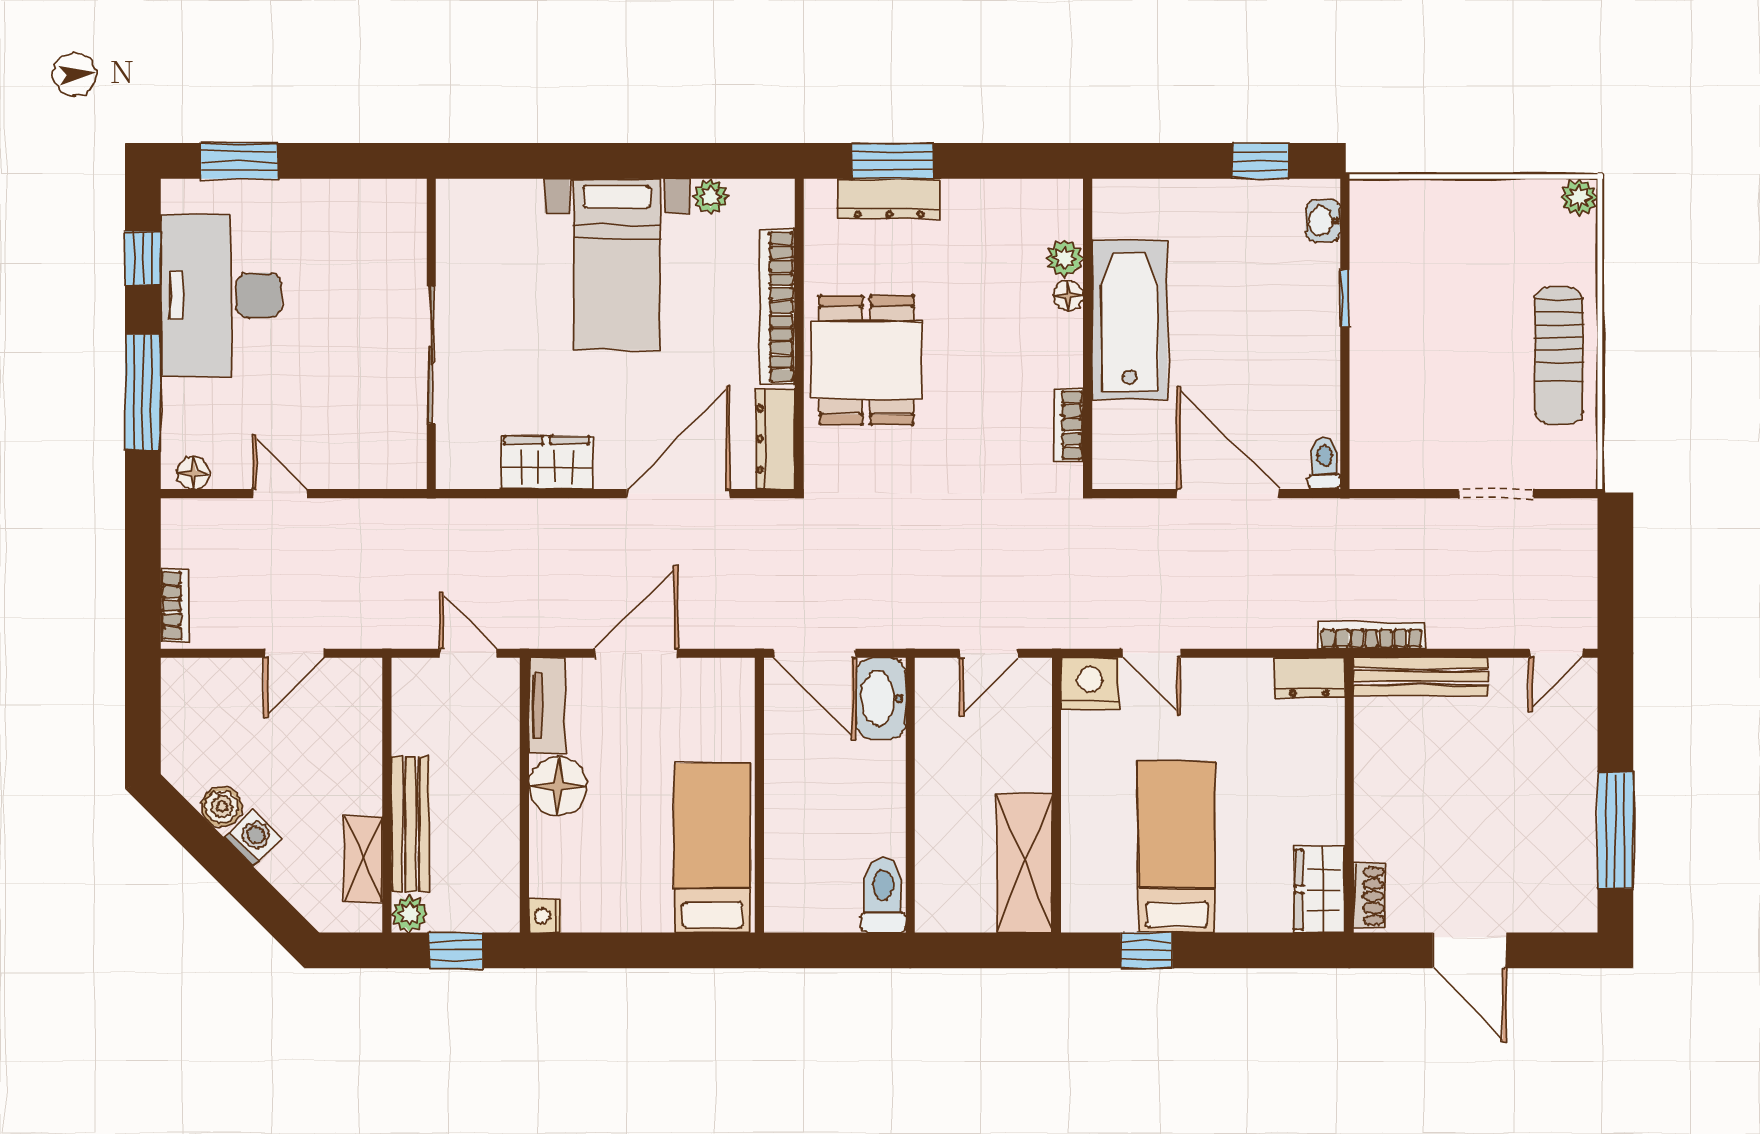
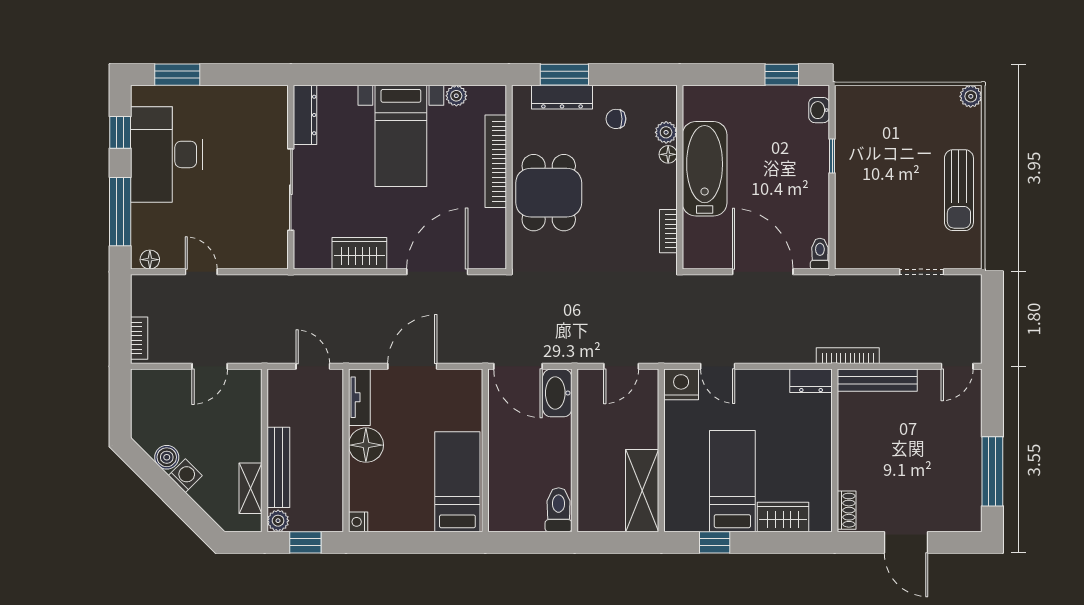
chair: (980, 236) -> (616, 119), added
dresser: (775, 439) -> (305, 115), moved, turned 180
wardrobe: (1320, 889) -> (783, 517), moved, turned 90

